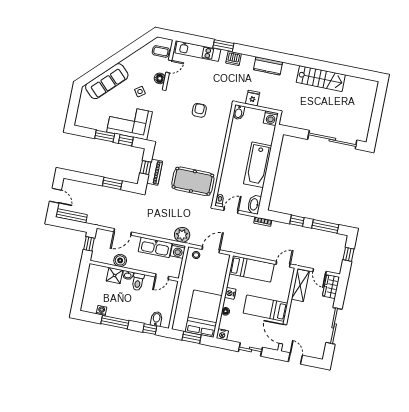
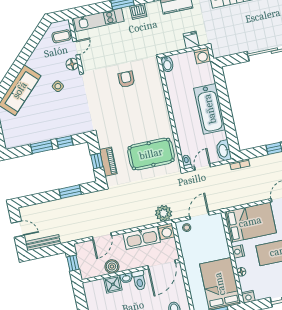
fridge: (253, 98) -> (191, 40), moved
corner sofa: (129, 122) -> (60, 122), removed
bed: (252, 269) -> (250, 222), width x1.50
door: (162, 277) -> (162, 264), width x1.87

